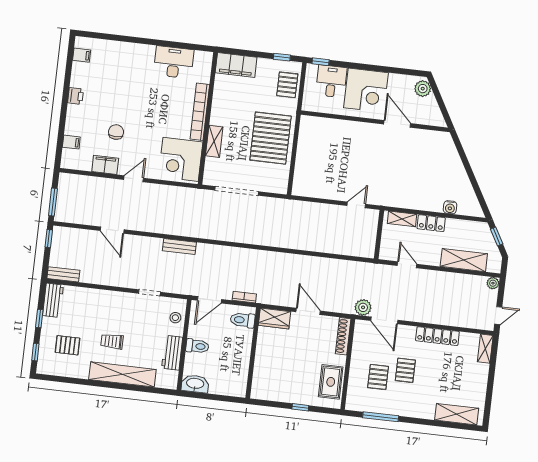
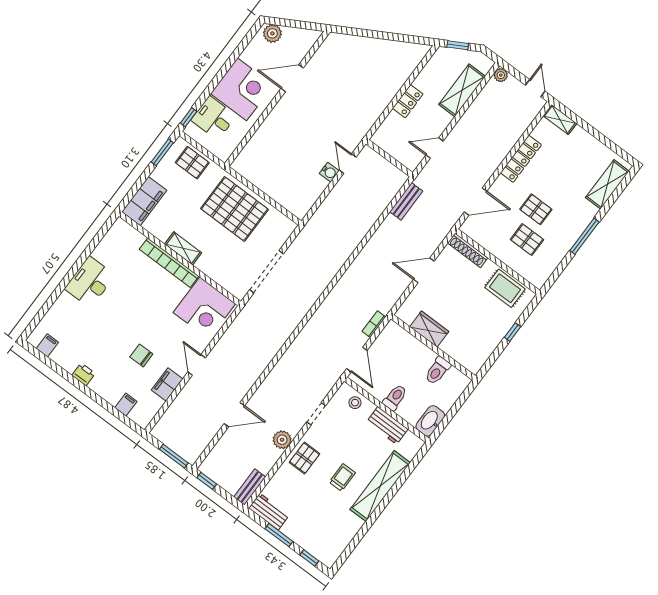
window: (282, 57) -> (162, 152), width x1.50
desk: (174, 62) -> (90, 282), moved
shelving: (214, 141) -> (183, 248), moved
water cooler: (450, 207) -> (329, 172), moved
shelving: (402, 219) -> (387, 127), removed
bench: (179, 247) -> (406, 201), moved
plant: (363, 307) -> (282, 440), moved
window: (39, 318) -> (279, 535), width x1.50
wardrobe: (275, 319) -> (429, 329), moved, turned -90
toilet: (243, 320) -> (438, 371), moved
trolley: (112, 341) -> (342, 477), turned 180
pallet: (67, 345) -> (304, 458), moved
window: (381, 417) -> (584, 236), moved

